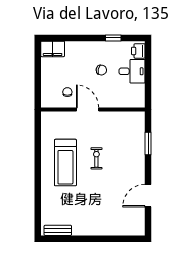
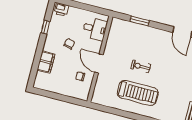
filing cabinet: (53, 49) -> (46, 62), moved
desk: (132, 71) -> (95, 29), moved, turned 90
door: (88, 109) -> (99, 63), hinge flipped

